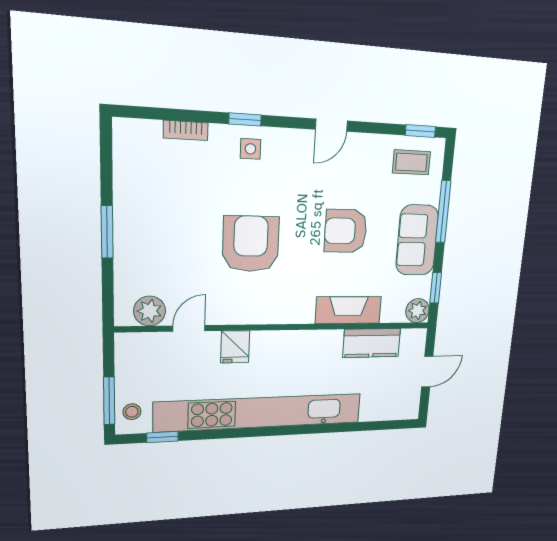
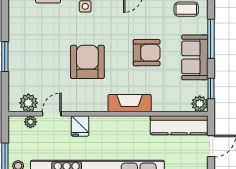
armchair: (346, 231) -> (147, 53), turned 180
fireplace: (348, 310) -> (130, 103), moved
plant: (153, 342) -> (30, 122), added
kitchen counter: (372, 343) -> (179, 125), width x1.50

